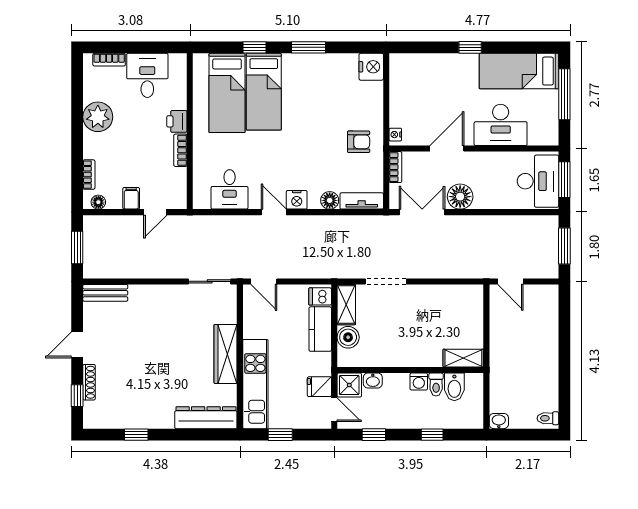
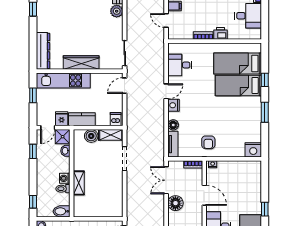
double door: (422, 212) -> (166, 180), swing flipped
plant: (140, 295) -> (117, 11), added
kitchen counter: (320, 329) -> (82, 119), moved
shelving: (463, 358) -> (79, 183), moved
bidet: (454, 387) -> (62, 211), moved
window: (432, 435) -> (33, 202), moved

